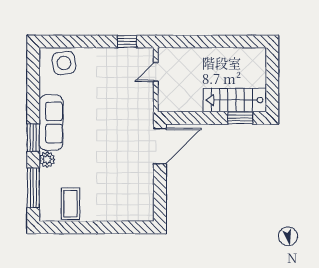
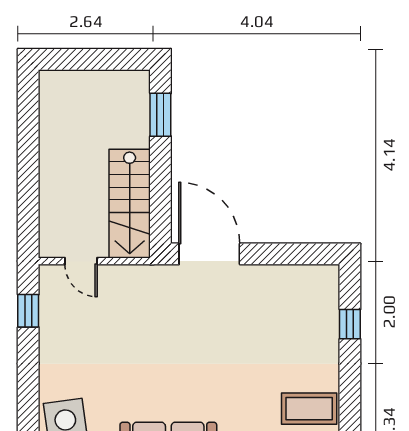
stairs: (235, 100) -> (130, 204), moved
window: (119, 227) -> (350, 324), added

